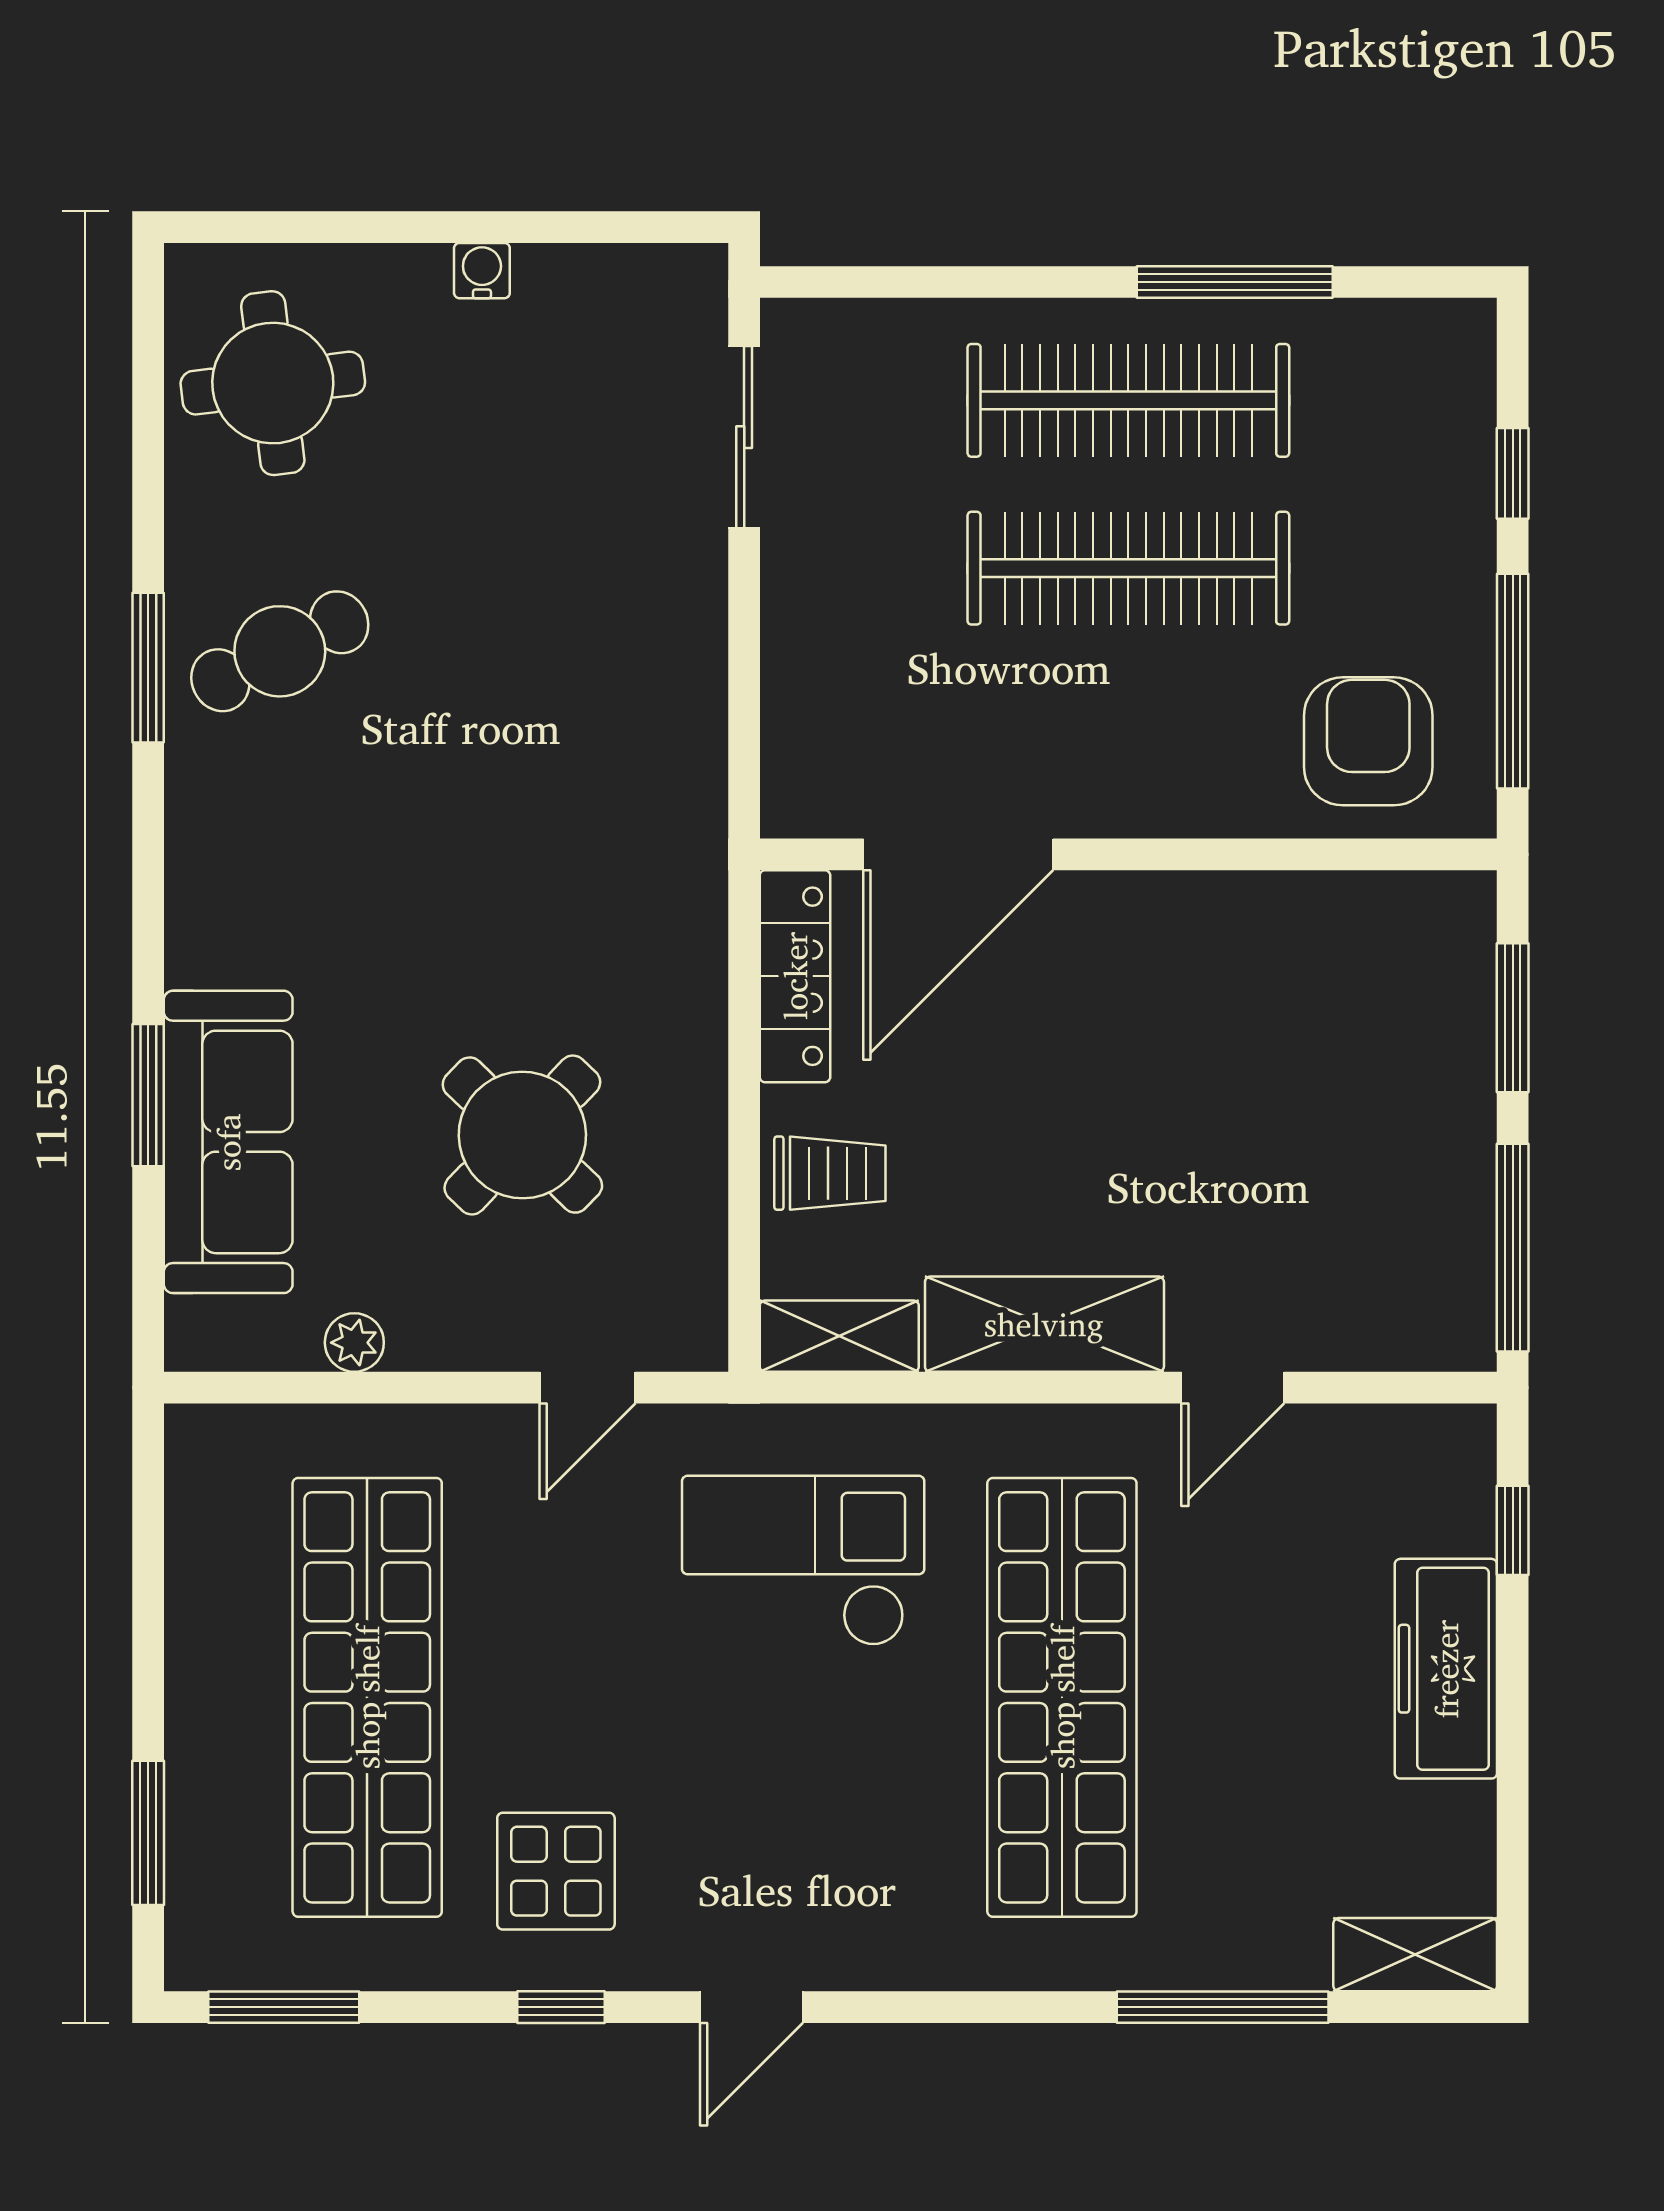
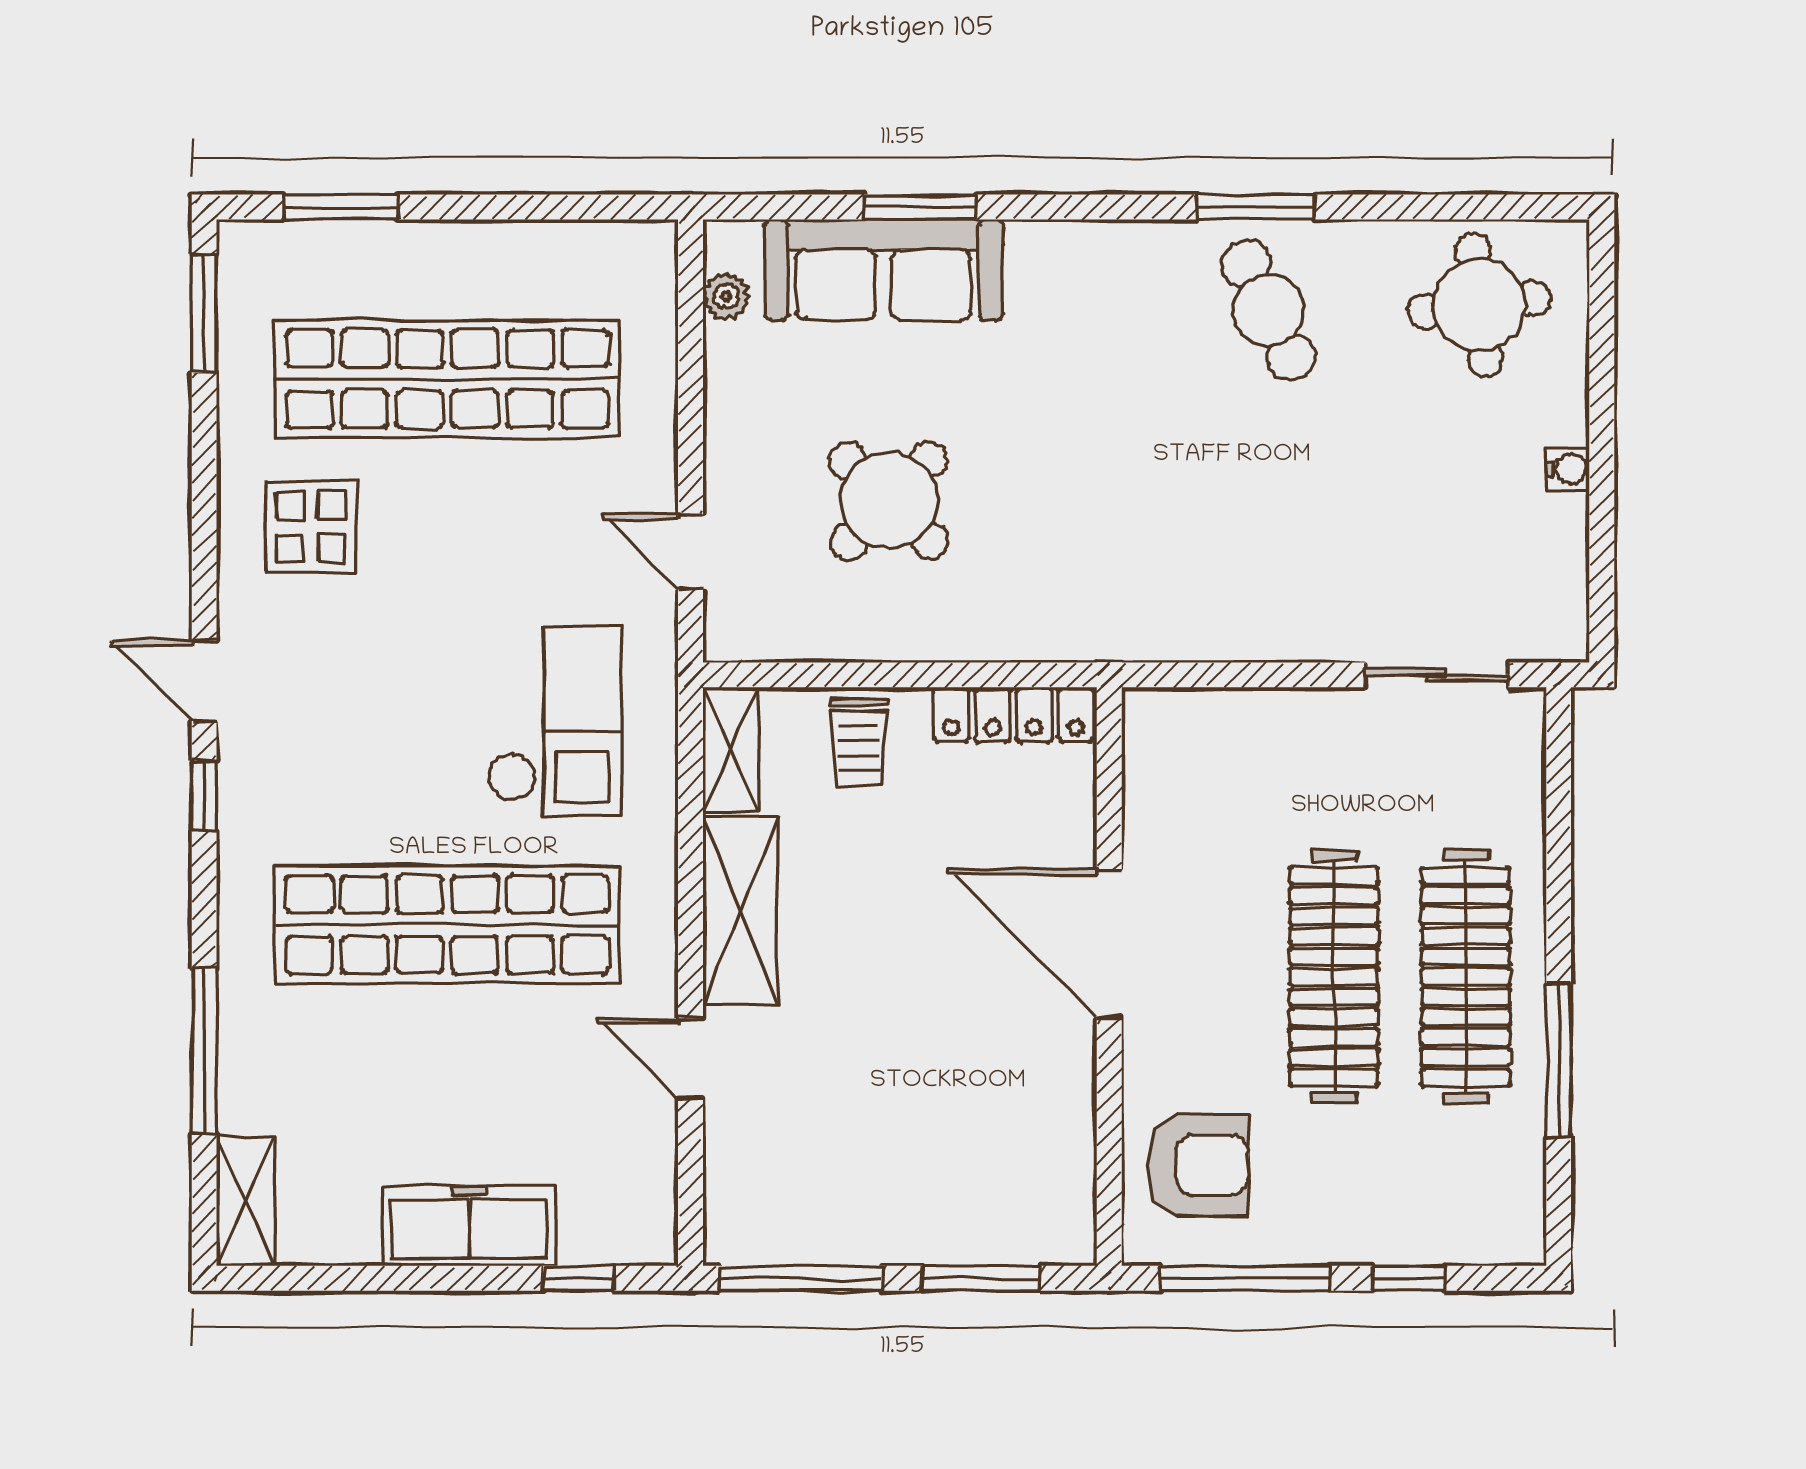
door: (958, 854) -> (1109, 944), moved
plant: (354, 1343) -> (726, 296), moved
window: (561, 2007) -> (204, 796), moved

